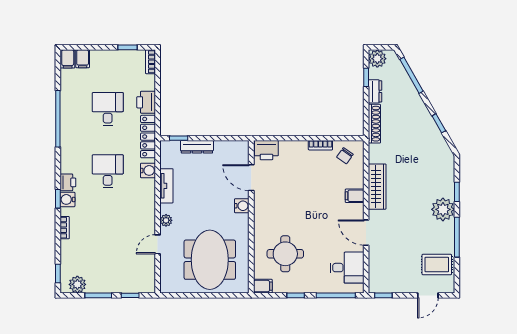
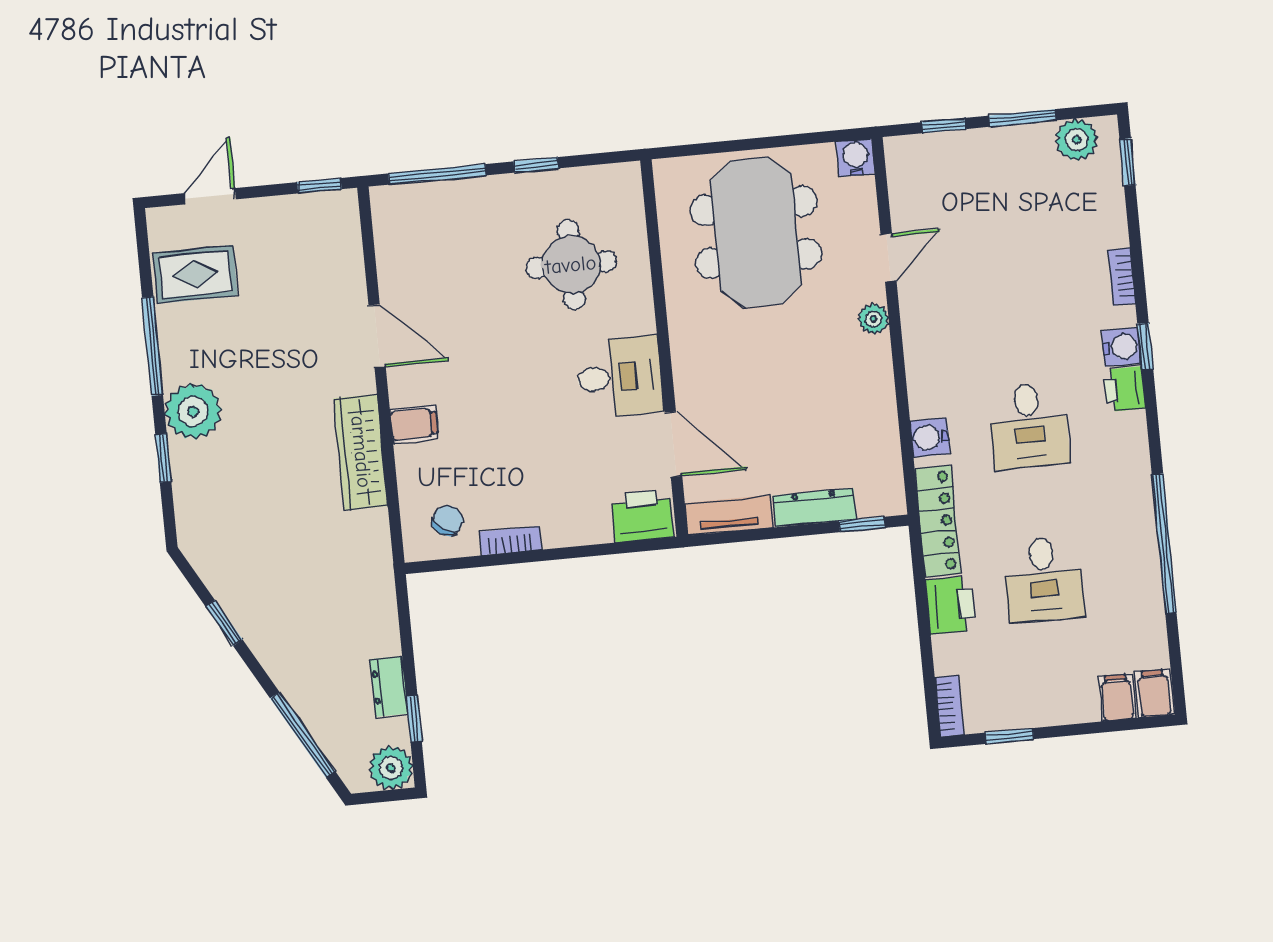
shoe rack: (374, 124) -> (383, 607), removed
tv unit: (166, 186) -> (729, 515), moved, turned 90
water cooler: (242, 206) -> (855, 158), moved, turned 90
desk: (347, 268) -> (619, 377), moved, turned 180
filing cabinet: (263, 286) -> (619, 180), removed

